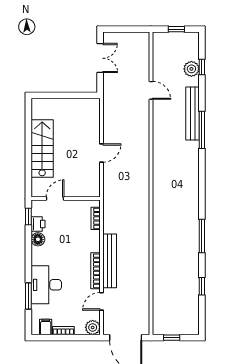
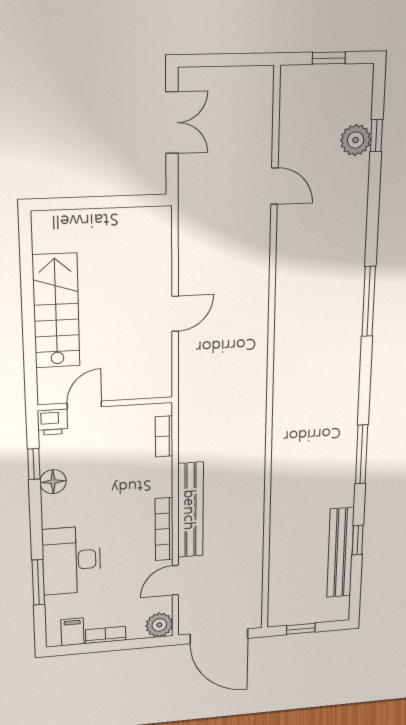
bench: (193, 114) -> (340, 553), moved
window: (202, 130) -> (369, 301), moved
window: (28, 216) -> (34, 464), moved
printer: (38, 224) -> (53, 422), moved, turned 90

